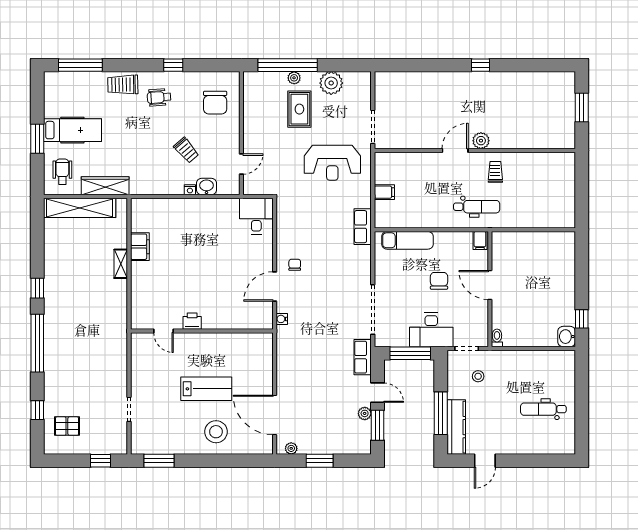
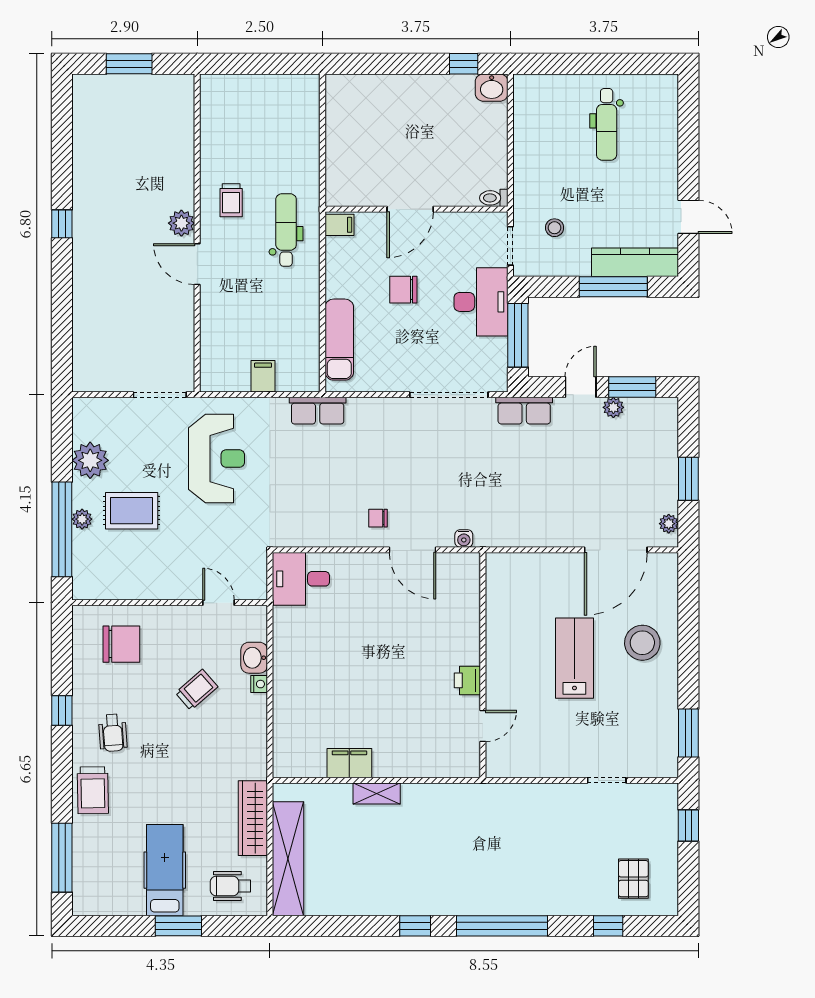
trolley: (495, 172) -> (231, 200), turned -90

